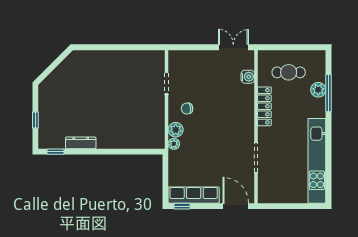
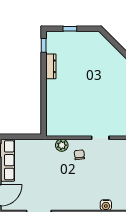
plant: (174, 144) -> (50, 144), removed

